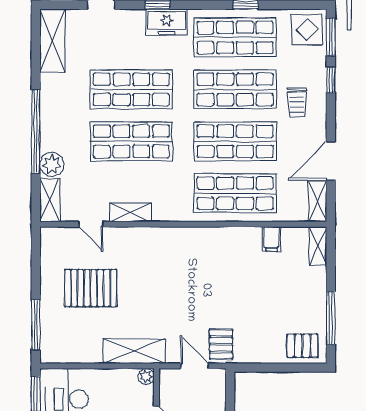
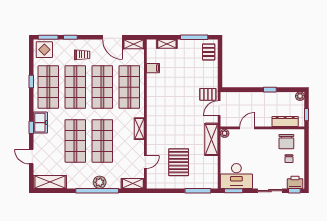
plant: (52, 164) -> (100, 182), moved
shelving: (131, 212) -> (139, 129), moved
shelving: (318, 246) -> (167, 44), moved

